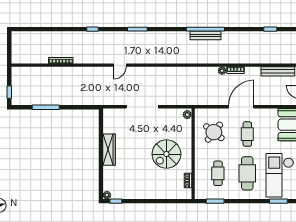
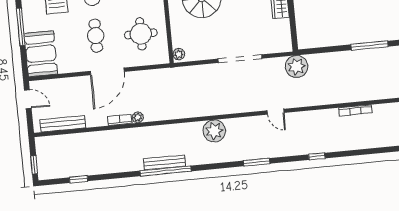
plant: (166, 55) -> (214, 131), added
door: (120, 65) -> (276, 112), swing flipped
plant: (101, 97) -> (296, 67), added
round table: (214, 132) -> (141, 34), turned -38

